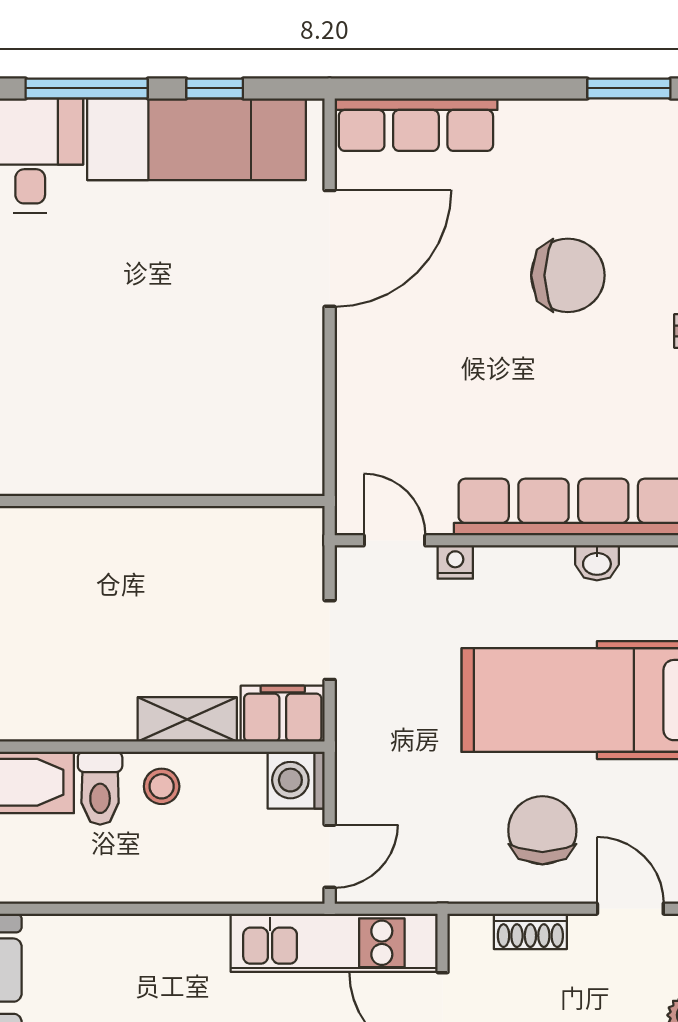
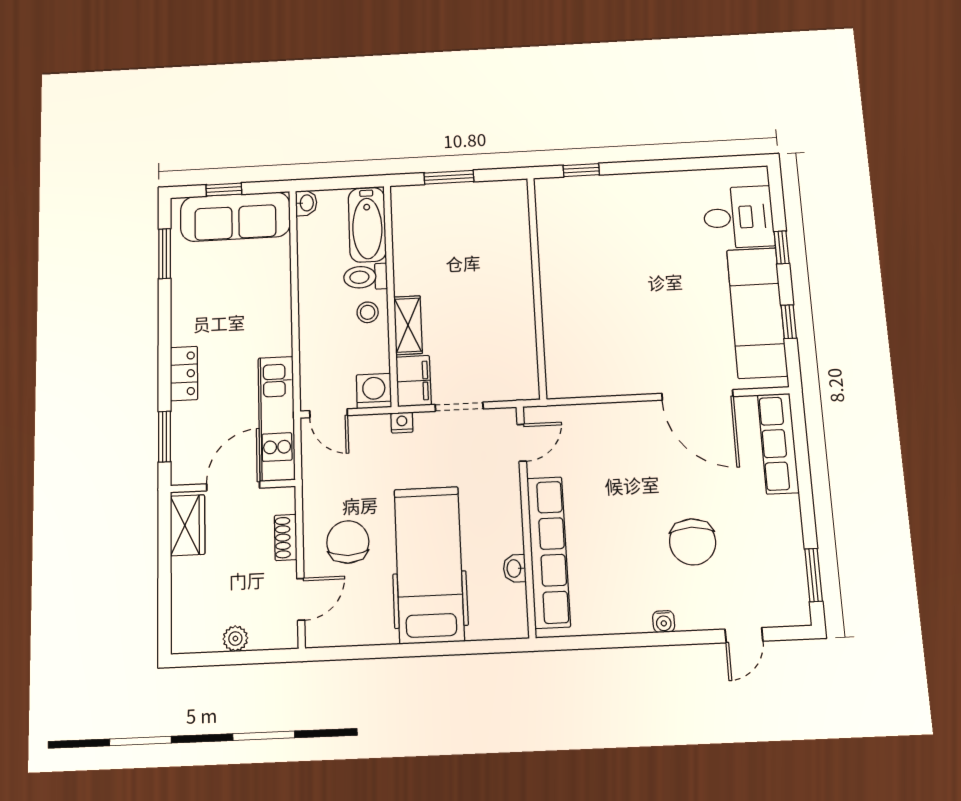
window: (87, 88) -> (782, 247), width x0.46
nightstand: (455, 562) -> (402, 423), moved, turned -90
chair: (542, 830) -> (348, 542), turned -90

